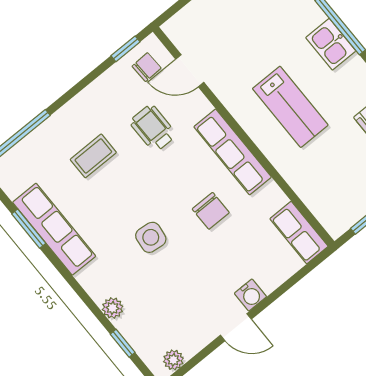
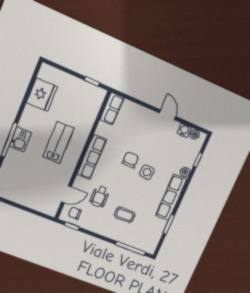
door: (190, 71) -> (66, 194), hinge flipped
chair: (211, 211) -> (130, 160), moved
row of seats: (54, 229) -> (171, 197), moved
water cooler: (250, 295) -> (184, 130), moved

